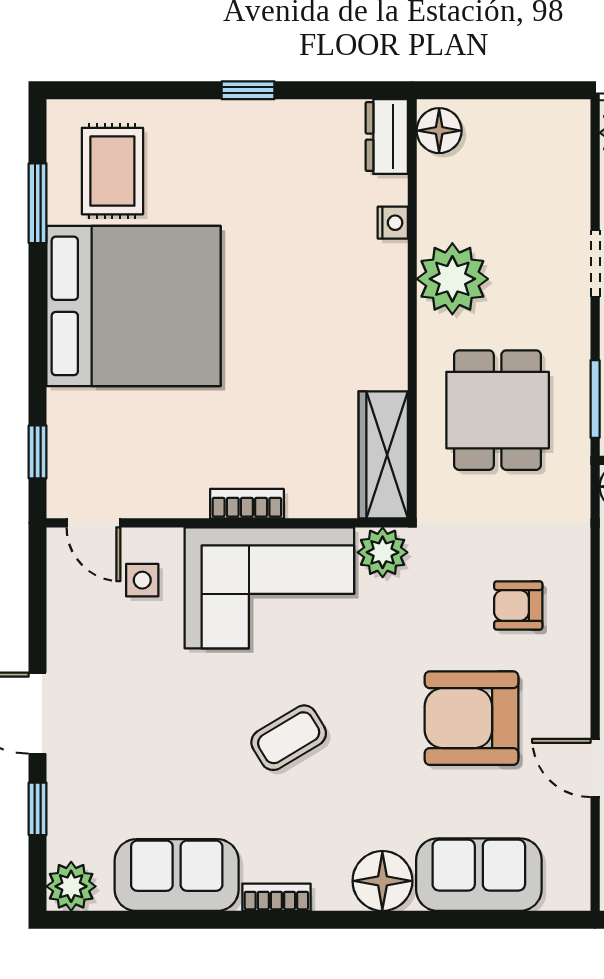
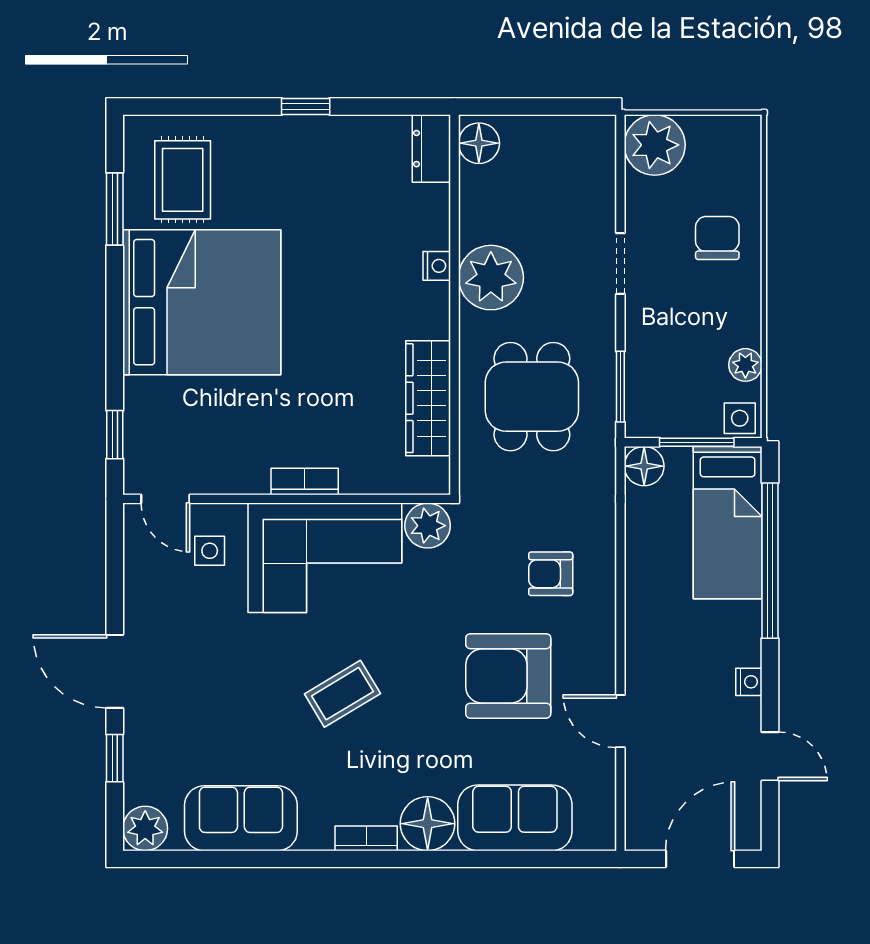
nightstand: (393, 223) -> (437, 266), moved
wardrobe: (383, 455) -> (428, 398), moved
bookcase: (276, 897) -> (366, 838), moved

